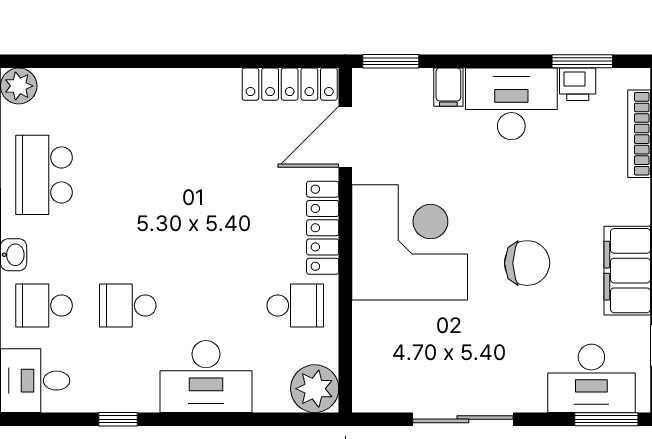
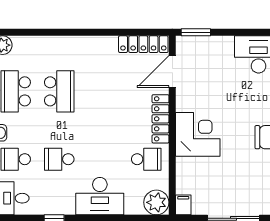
filing cabinet: (448, 87) -> (183, 205), moved, turned 180
school desk: (128, 175) -> (59, 91), added
corner desk: (410, 242) -> (198, 134), width x0.74, depth x0.74

